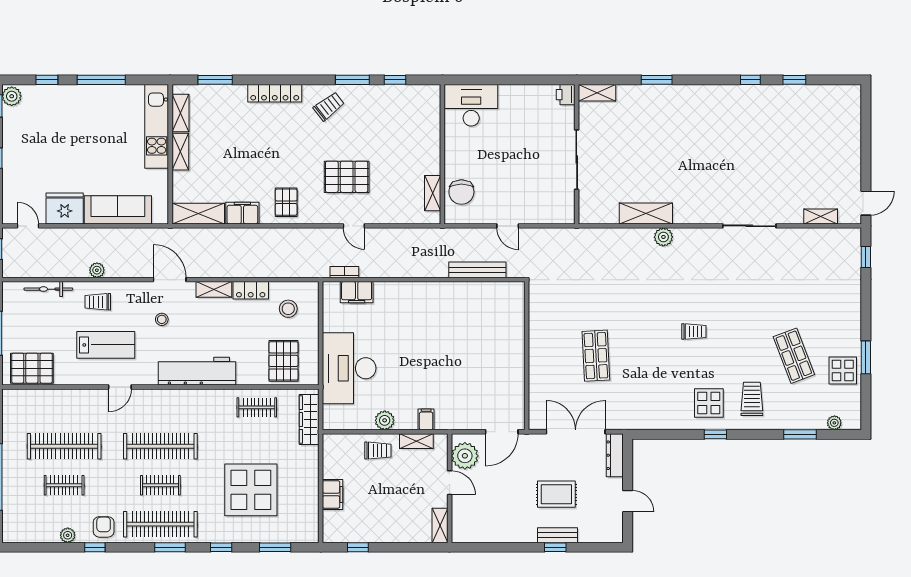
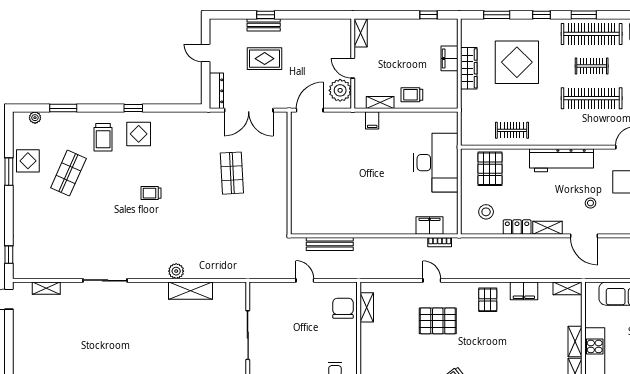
shelving: (198, 214) -> (568, 288), width x0.67, depth x0.75
shop shelf: (794, 356) -> (68, 173), turned 45
wardrobe: (309, 420) -> (469, 68), moved
plant: (385, 420) -> (406, 120), removed

